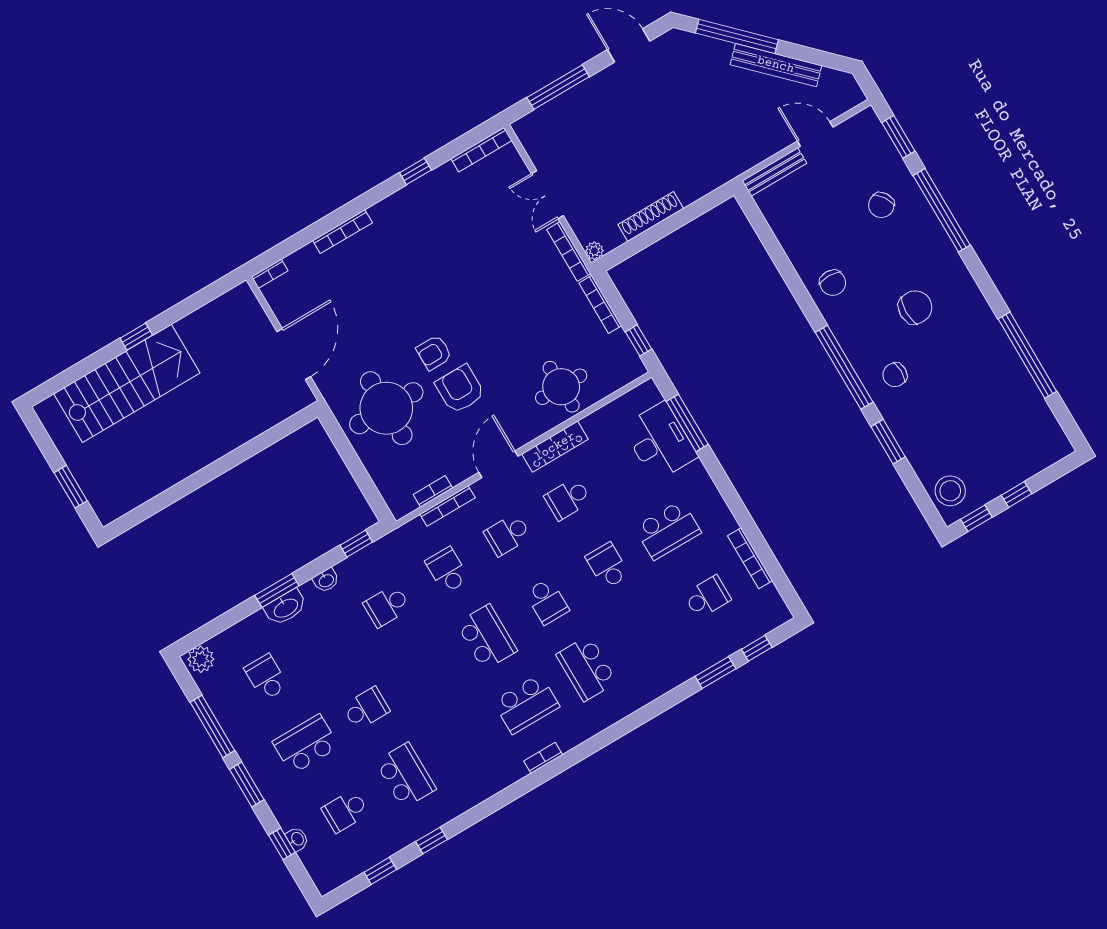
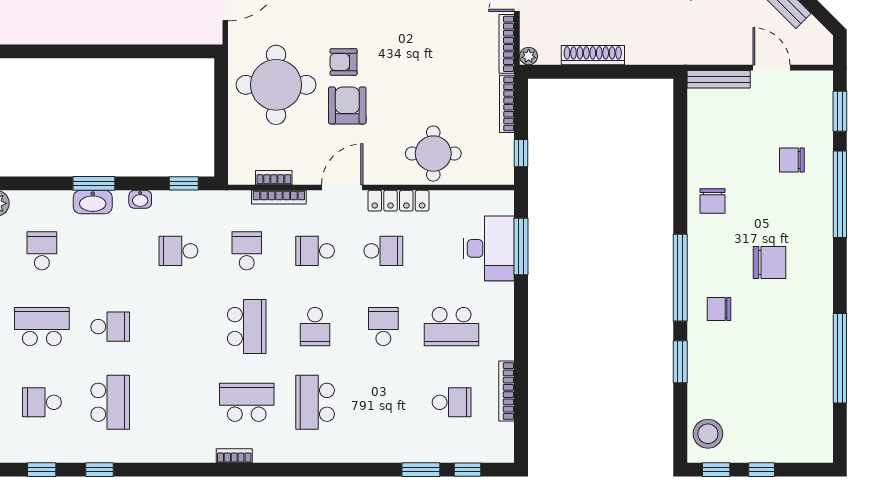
chair: (881, 205) -> (792, 160), turned 33
school desk: (568, 499) -> (383, 251), turned 180
school desk: (526, 704) -> (247, 402), turned 180

